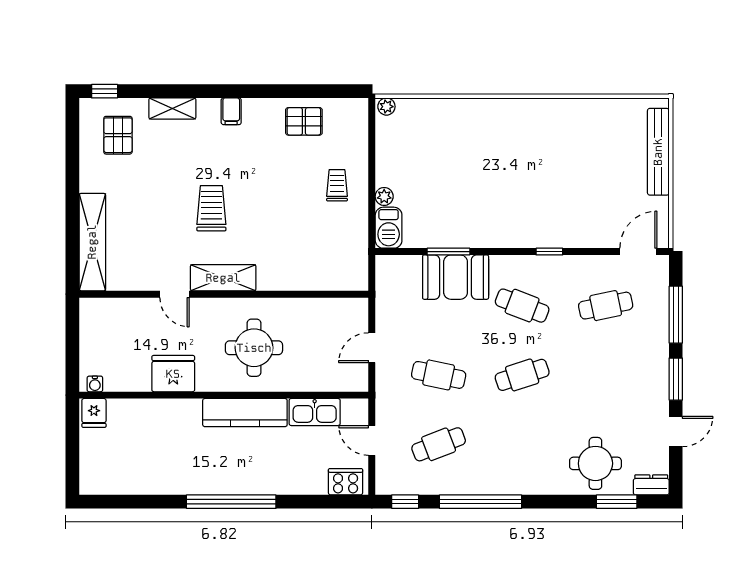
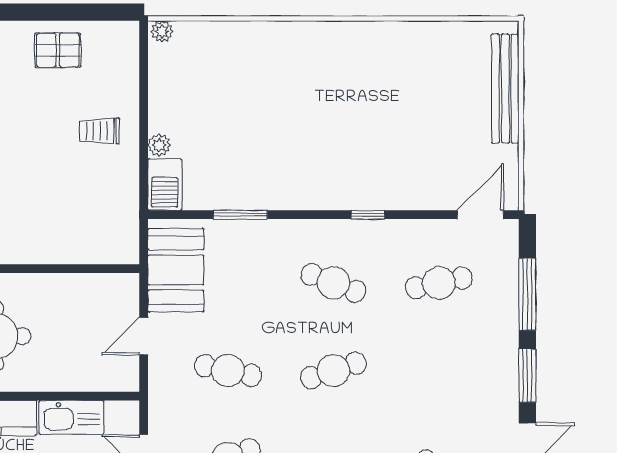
trolley: (337, 185) -> (100, 131), turned -90
booth: (456, 277) -> (176, 270), moved, turned 90

